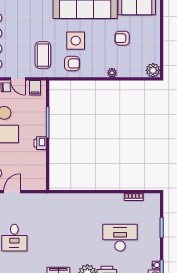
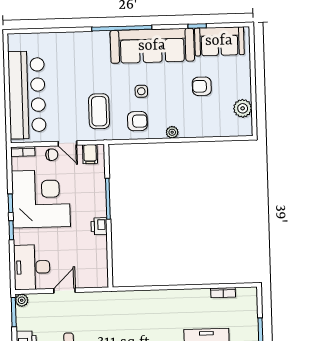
side table: (76, 41) -> (141, 91), width x0.54, depth x0.54
plant: (153, 70) -> (243, 108), moved
plant: (112, 73) -> (172, 132), moved

